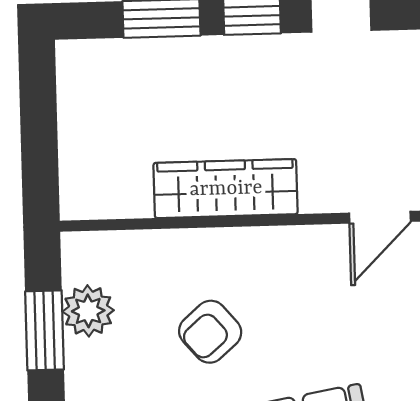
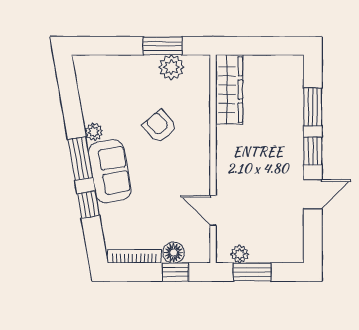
wardrobe: (226, 189) -> (229, 89), moved

